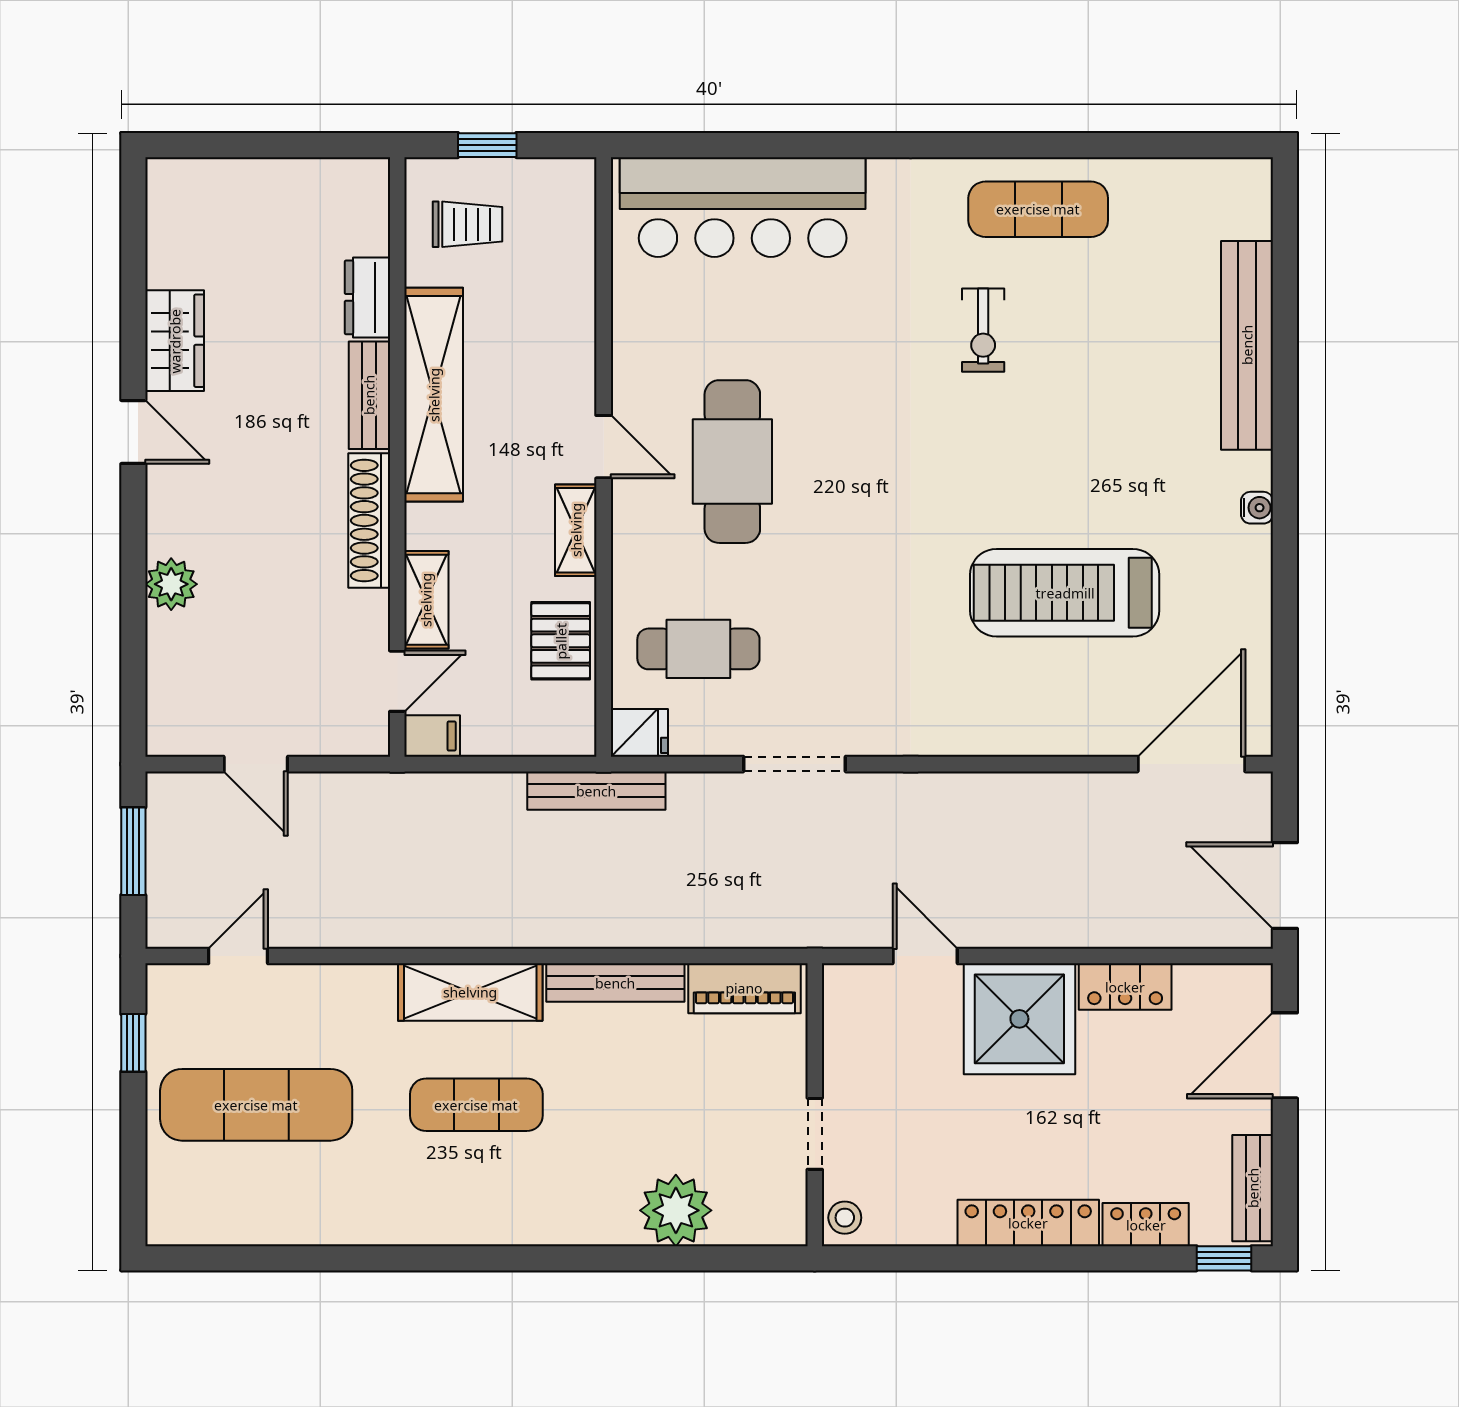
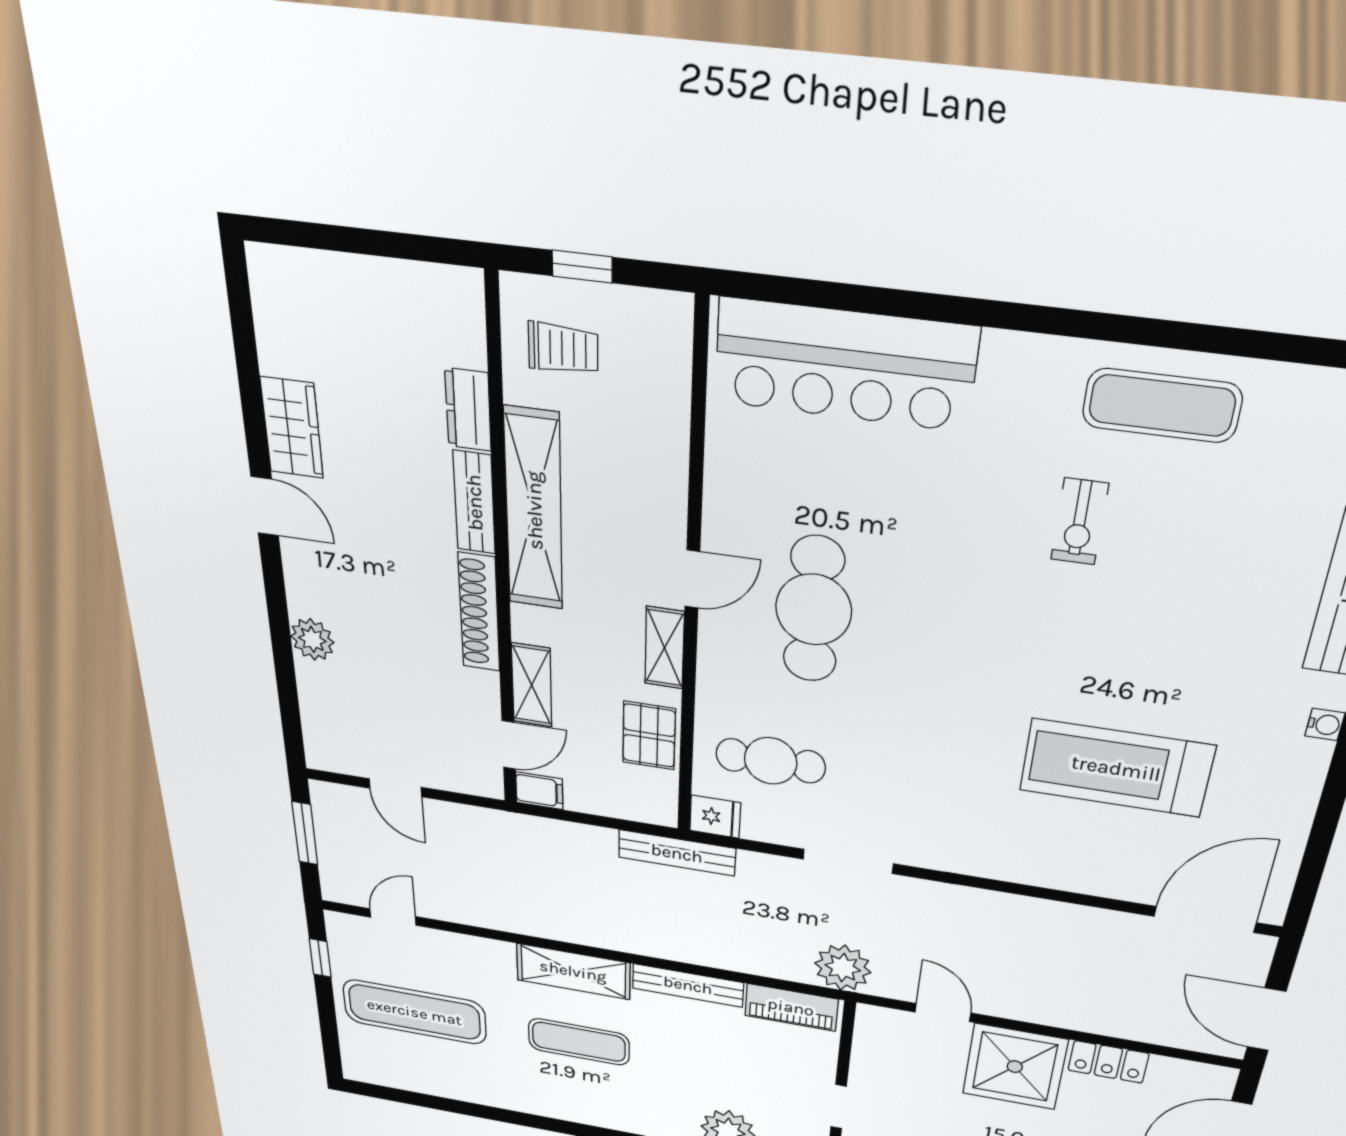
door: (604, 447) -> (692, 579), hinge flipped
plant: (801, 915) -> (843, 968), added

